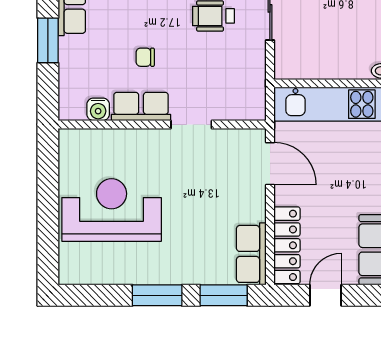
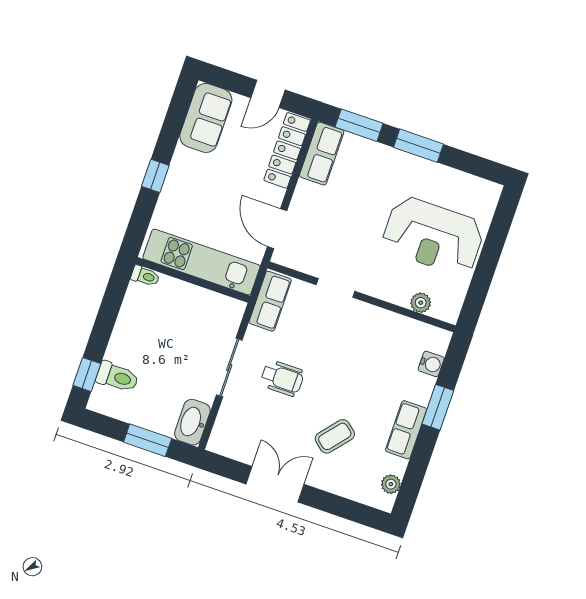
chair: (145, 57) -> (356, 362), removed
row of seats: (141, 106) -> (270, 301), moved, turned -90
water cooler: (98, 109) -> (431, 364), moved, turned 90
plant: (101, 139) -> (421, 303), added

